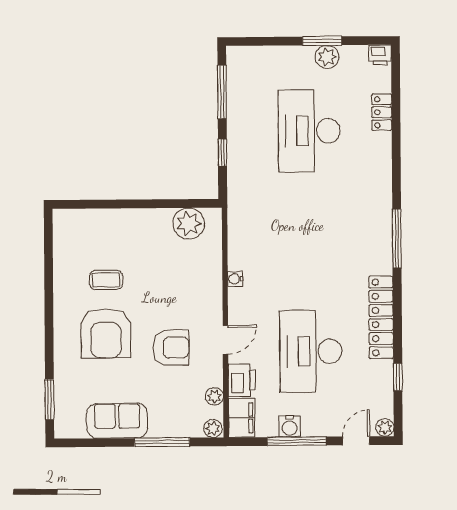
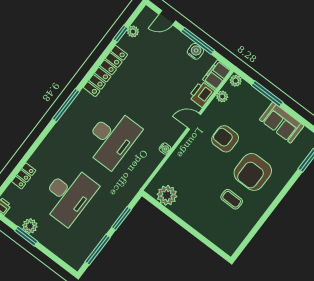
window: (222, 153) -> (121, 218), width x1.50
armchair: (106, 333) -> (253, 172), turned 180
desk: (311, 351) -> (112, 138), moved
plant: (385, 427) -> (133, 31), moved

